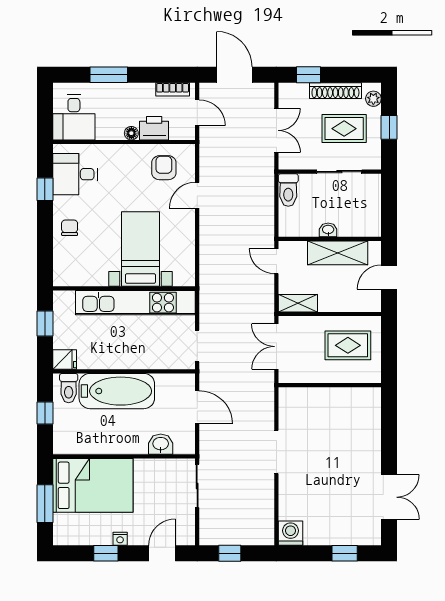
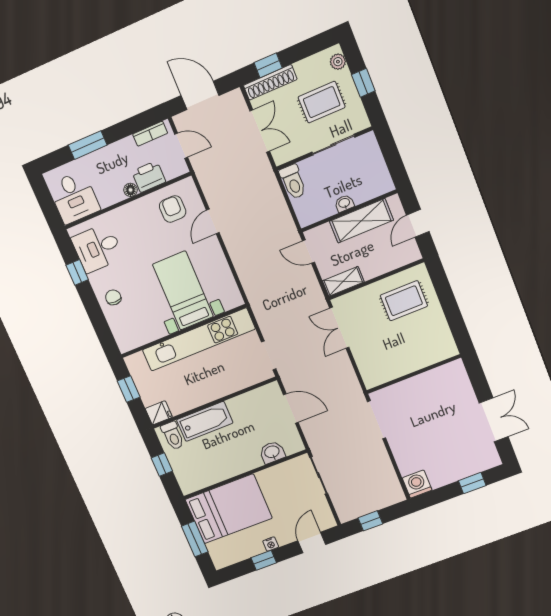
shoe rack: (335, 91) -> (270, 82), moved
wall: (330, 385) -> (414, 374), moved
bathtub: (117, 391) -> (205, 421), width x0.73, depth x0.73

